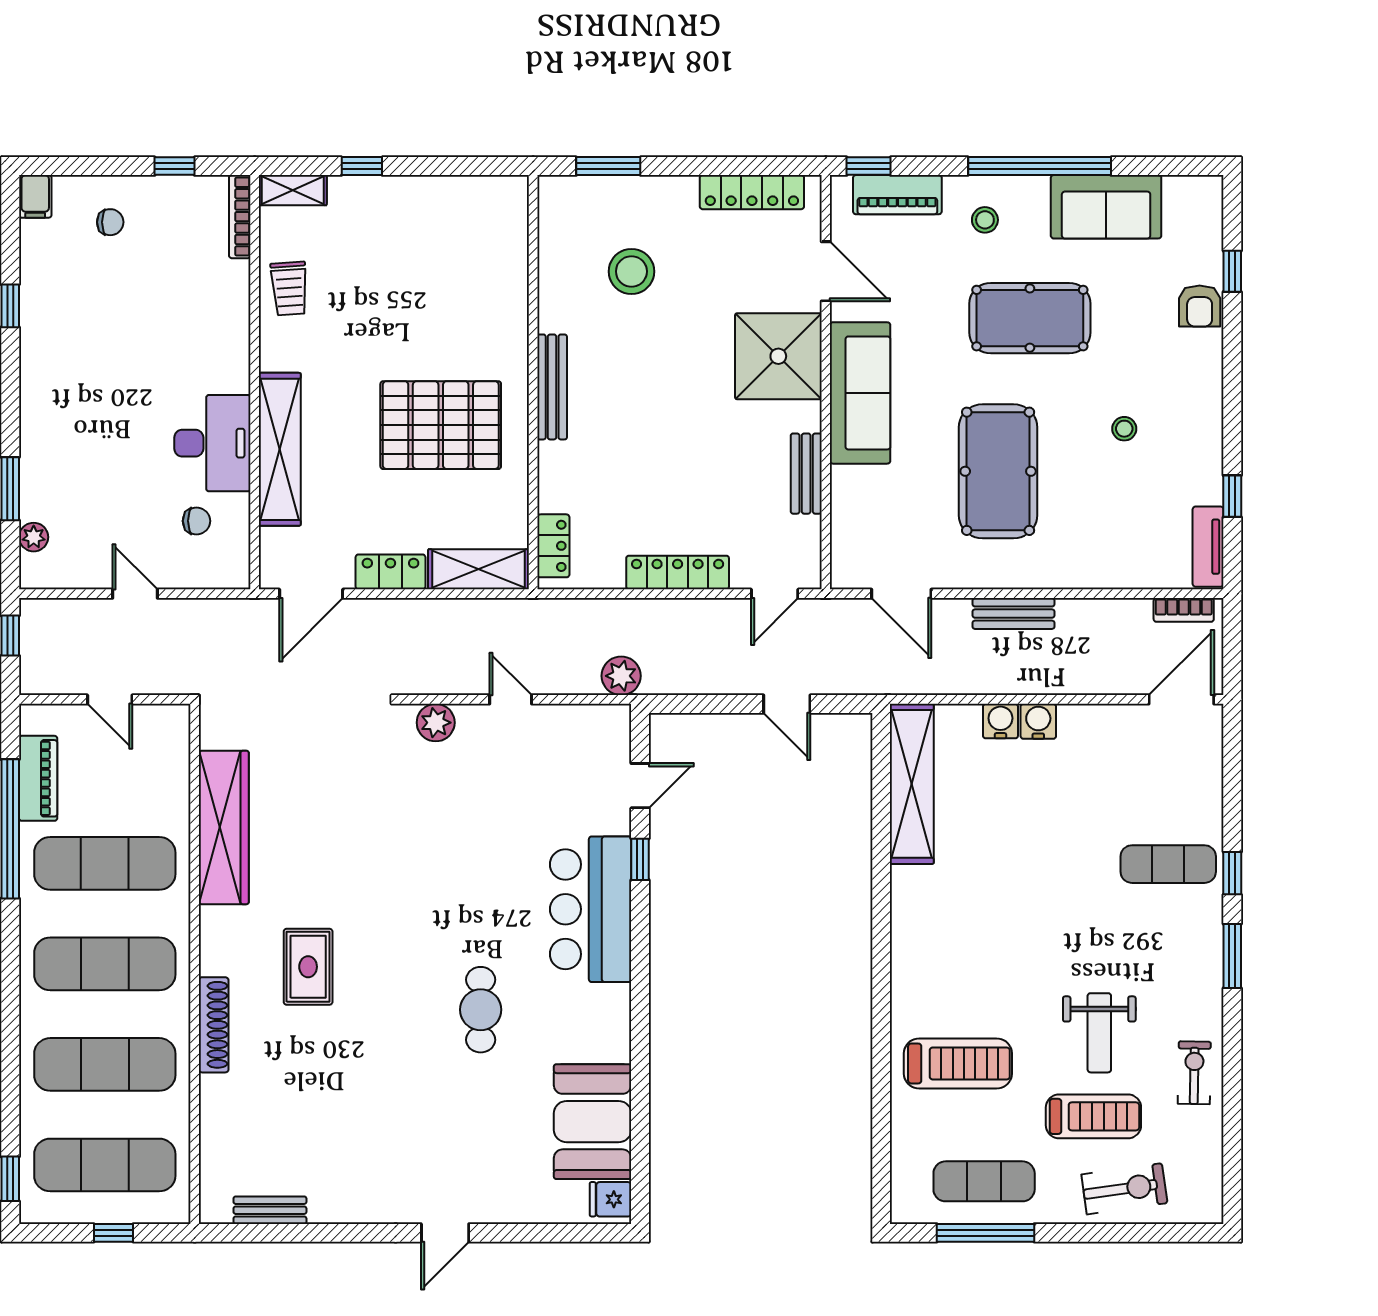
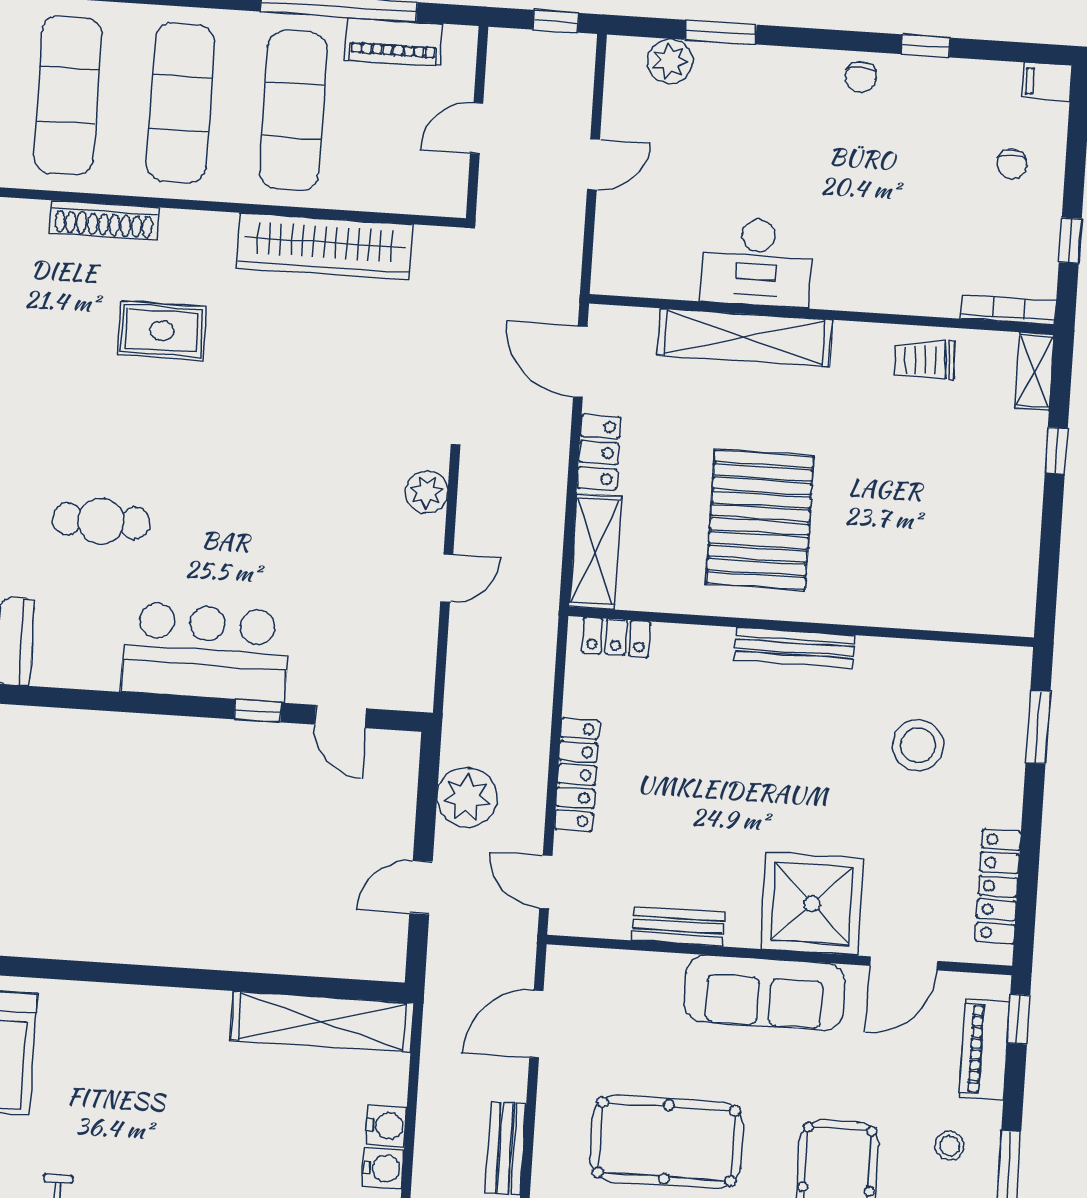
chair: (196, 521) -> (861, 77), moved
plant: (34, 537) -> (670, 61), width x1.38, depth x1.38
plant: (621, 676) -> (467, 797), moved, width x1.36, depth x1.36

